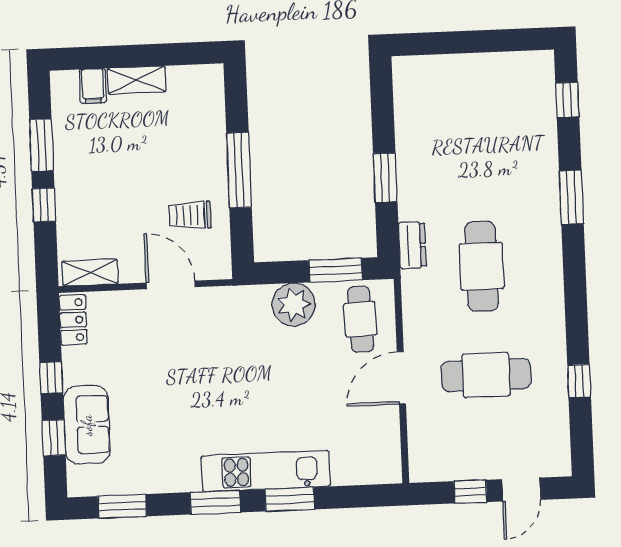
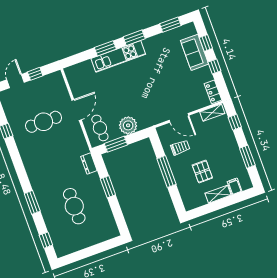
pallet: (156, 144) -> (202, 172), added
window: (44, 205) -> (235, 122), moved
cafe table: (482, 266) -> (74, 206), moved

